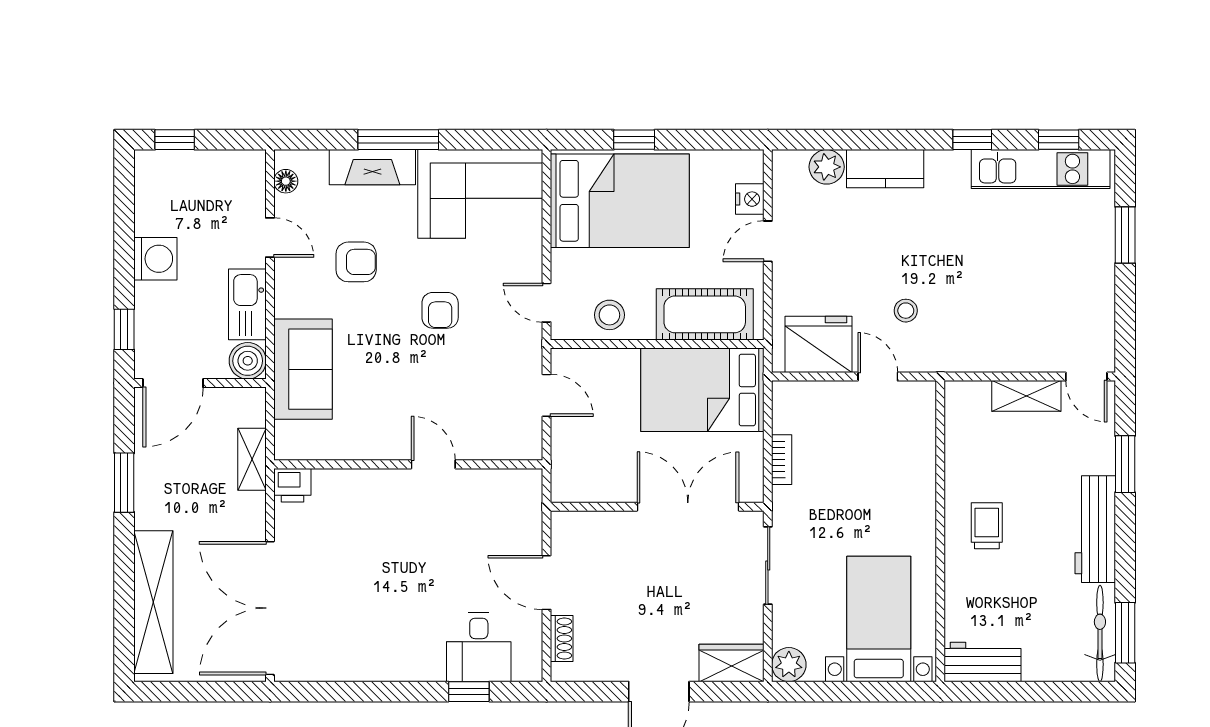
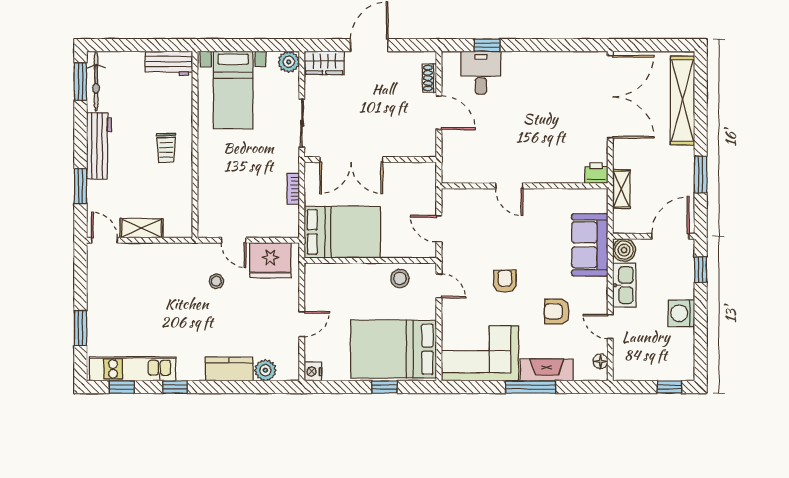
nightstand: (750, 199) -> (313, 372), moved
cot: (705, 314) -> (341, 279), removed

